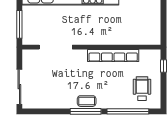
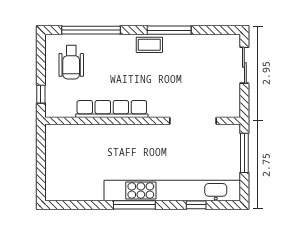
sliding door: (19, 87) -> (244, 65), width x0.73
window: (86, 111) -> (169, 30), moved

